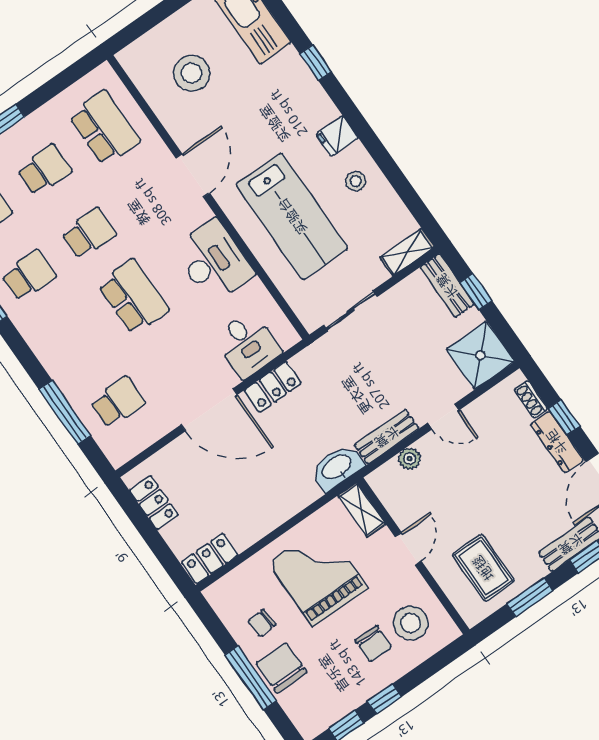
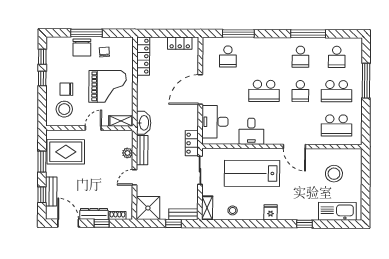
school desk: (44, 170) -> (337, 91), width x1.85
stool: (356, 181) -> (233, 210), moved
desk: (214, 261) -> (251, 131), width x0.73
desk: (247, 344) -> (215, 122), width x1.37
locker: (273, 387) -> (192, 143), moved
door: (408, 549) -> (93, 128), swing flipped
locker: (210, 559) -> (143, 56), width x1.53
rug: (483, 568) -> (66, 152), width x1.36, depth x1.43
chair: (282, 668) -> (82, 47), turned 90

